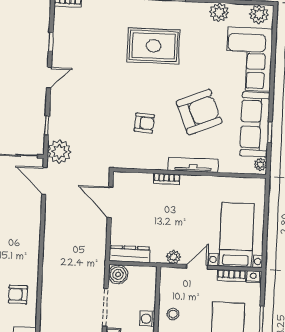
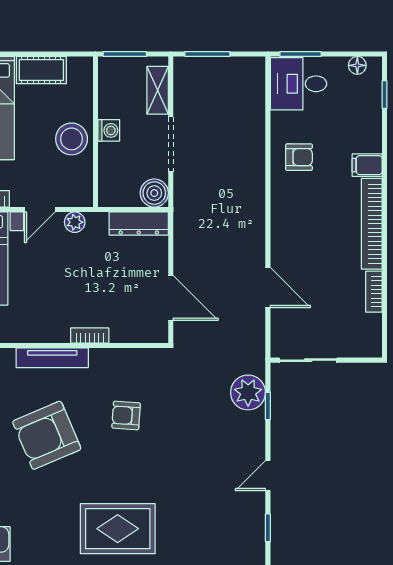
plant: (59, 152) -> (248, 392), moved
door: (44, 181) -> (268, 287), moved
stool: (173, 314) -> (72, 139), width x1.89, depth x1.89

